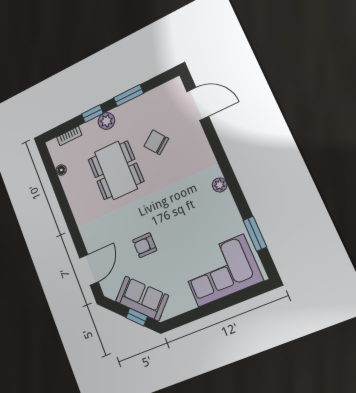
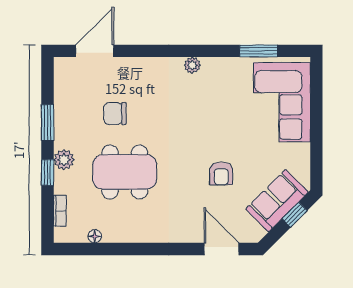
chair: (156, 142) -> (115, 114), turned 37

